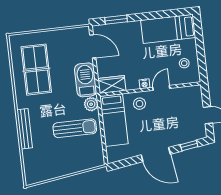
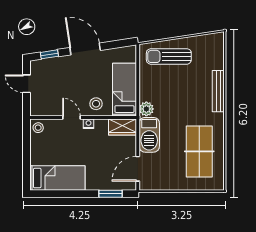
door: (93, 46) -> (138, 169), hinge flipped
stool: (184, 63) -> (38, 128), moved
door: (161, 88) -> (71, 118), swing flipped
sun lounger: (75, 128) -> (169, 56), moved

